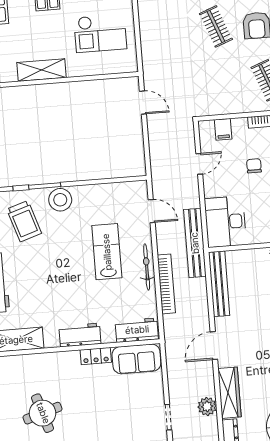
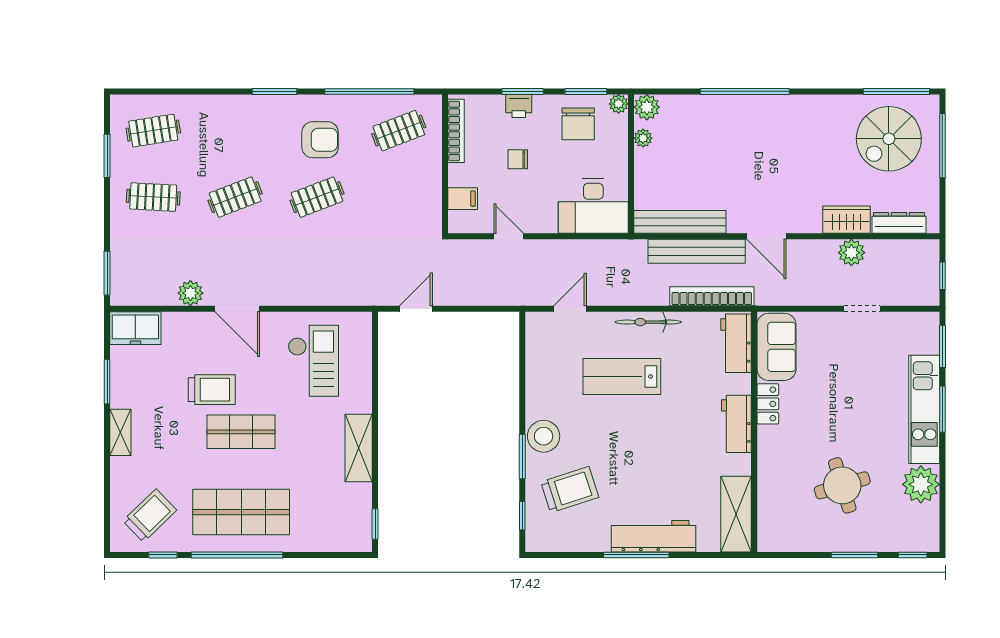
bench: (195, 243) -> (697, 251), moved
bookcase: (166, 284) -> (712, 296), moved
wardrobe: (229, 393) -> (846, 220), width x0.67

